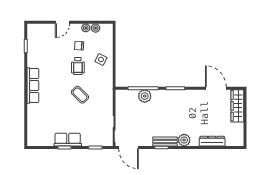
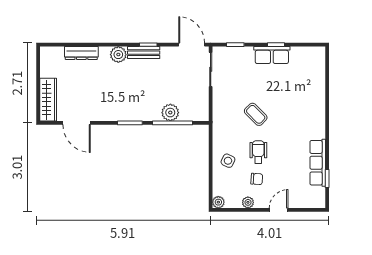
plant: (96, 28) -> (218, 202), moved
row of seats: (33, 86) -> (318, 163), moved

